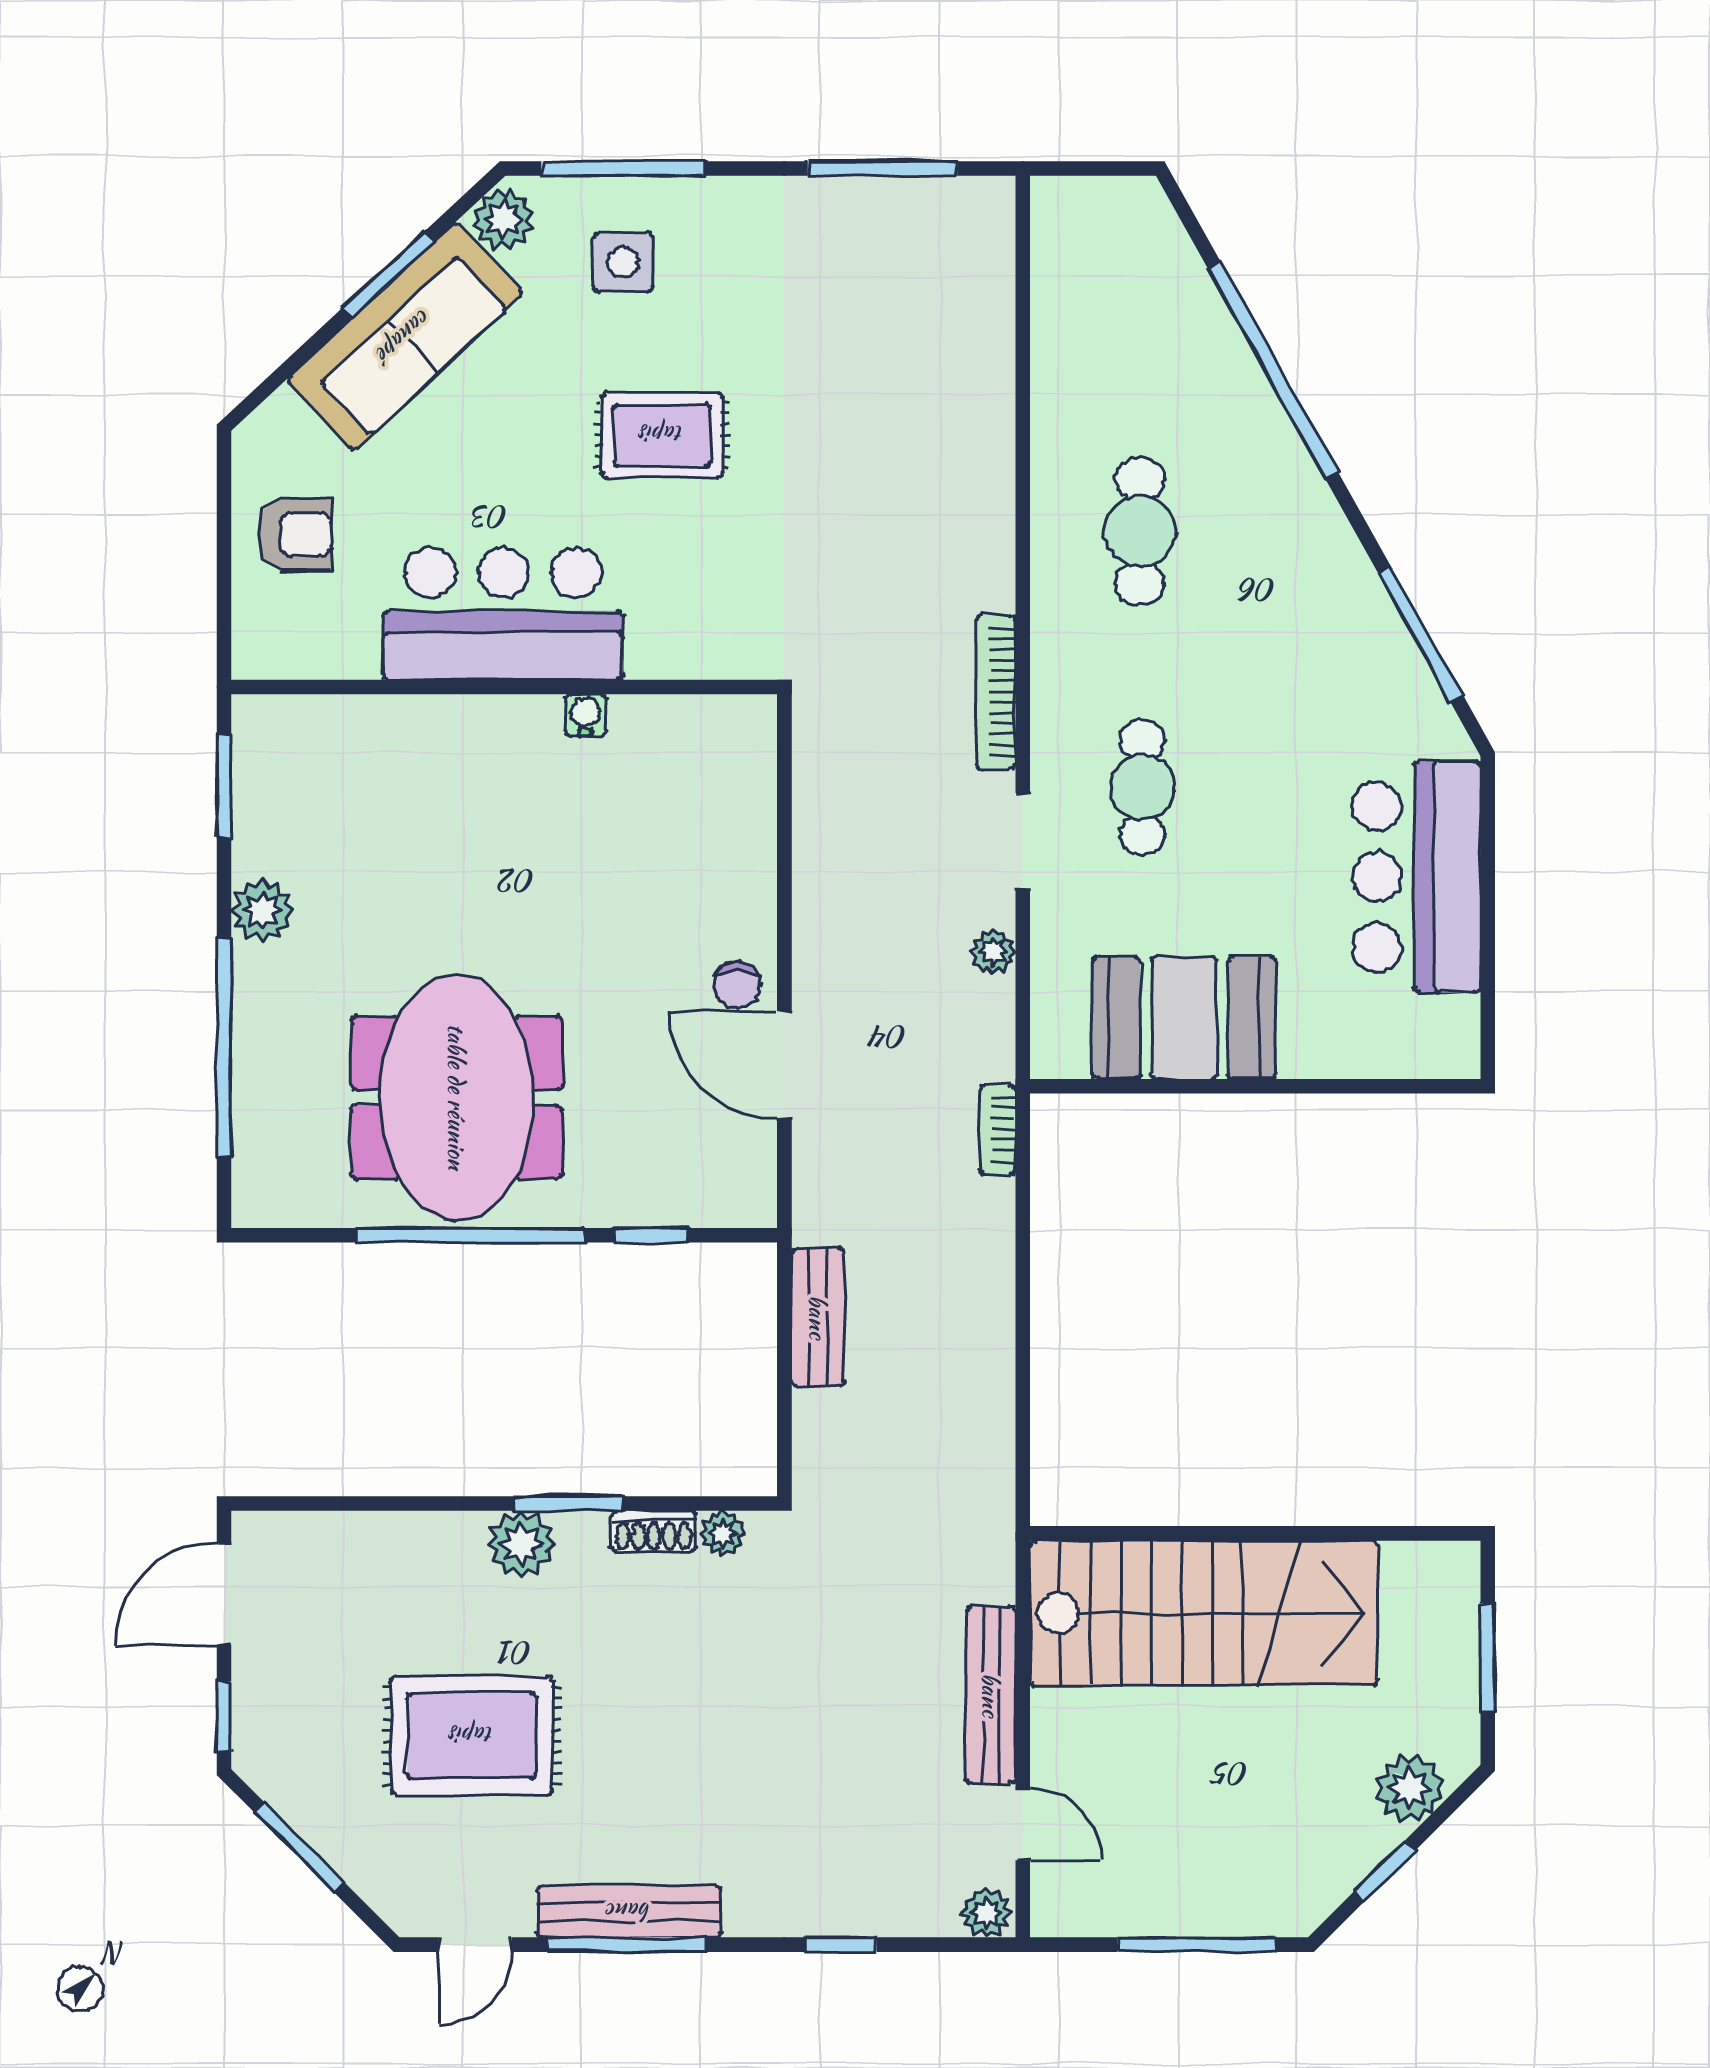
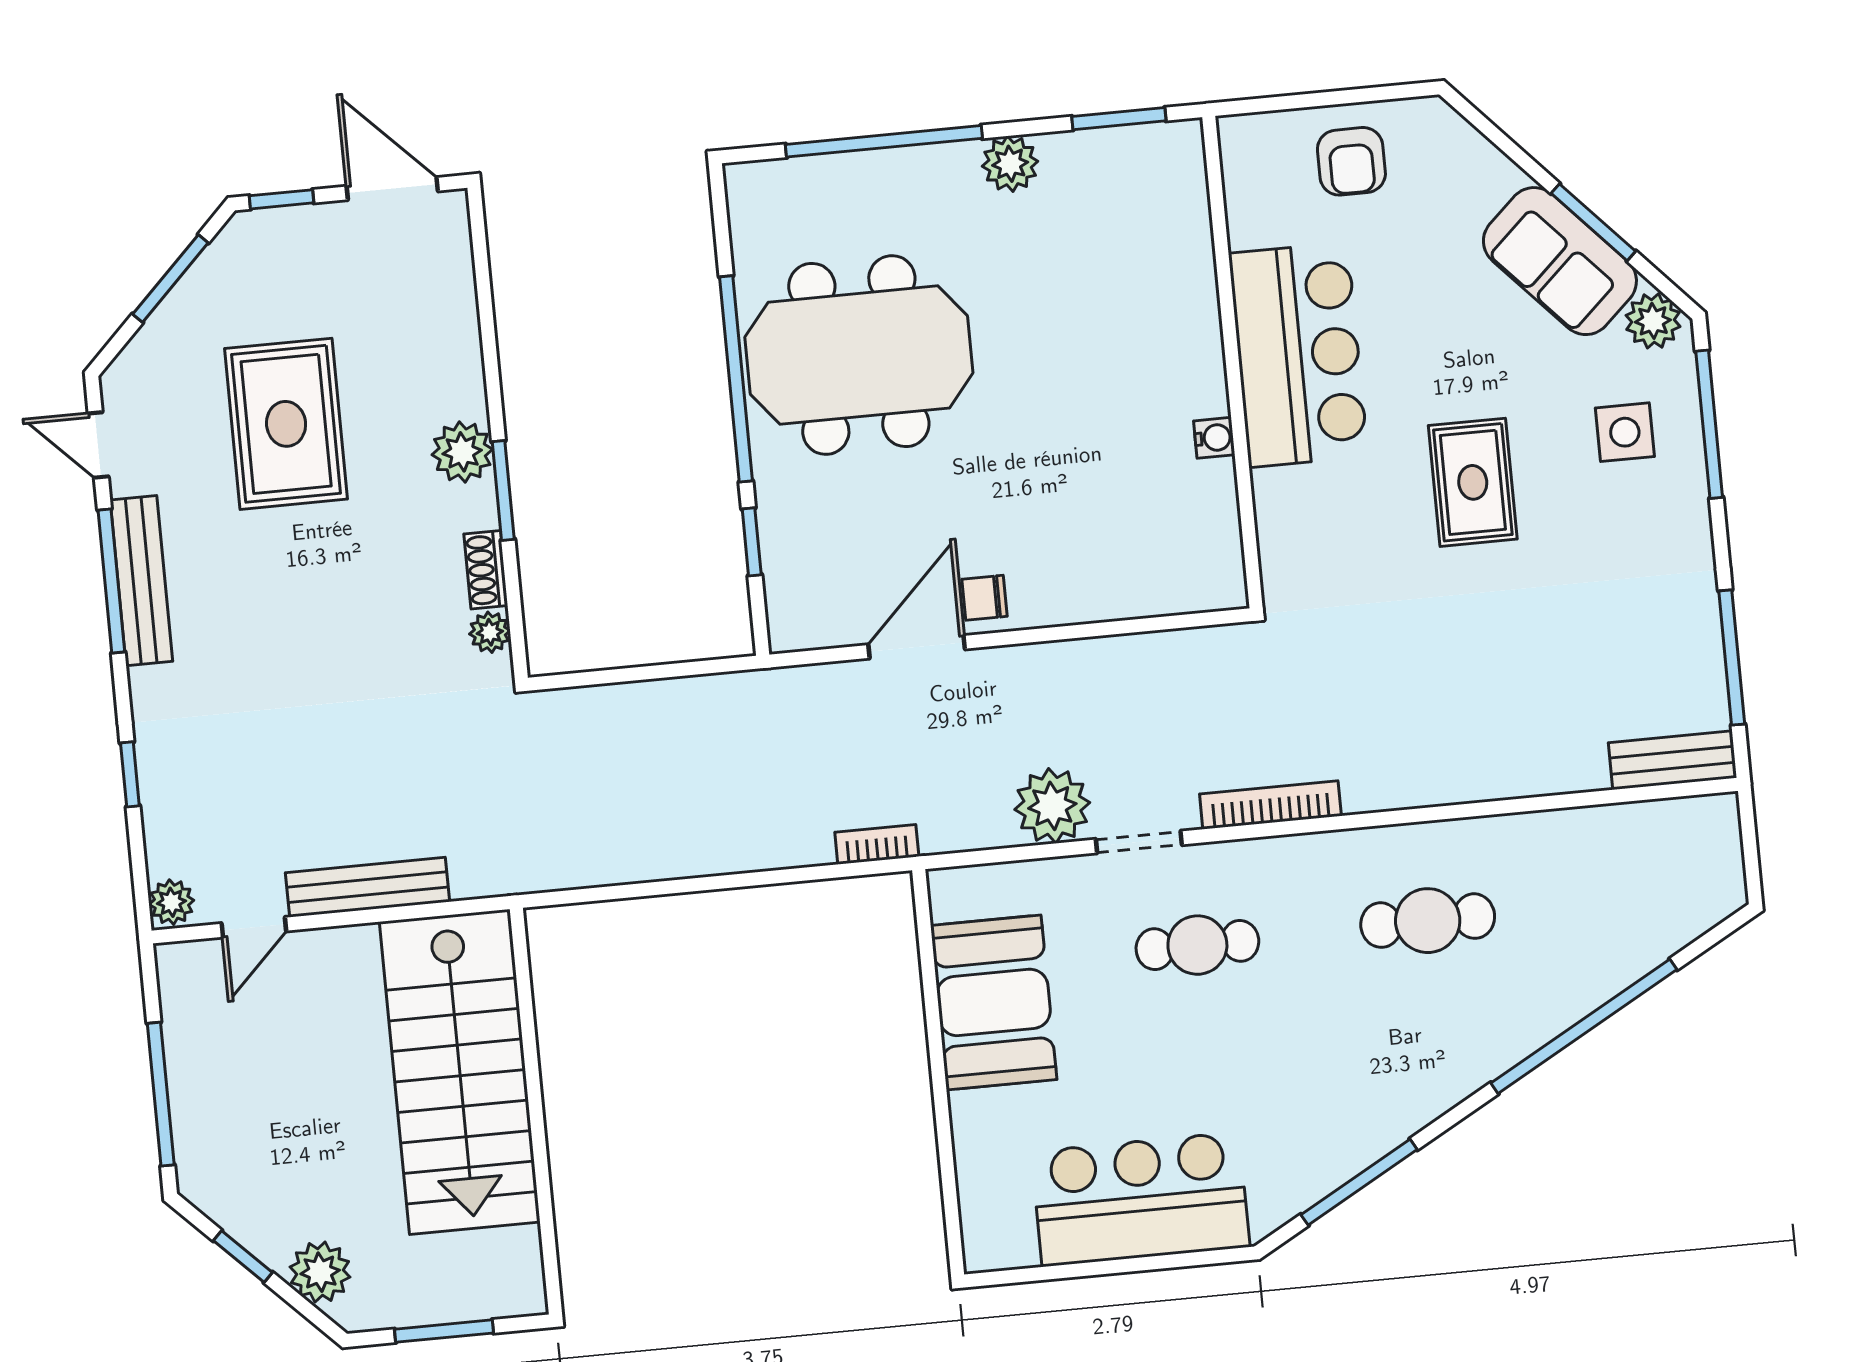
sofa: (405, 336) -> (1560, 261), width x0.73
plant: (993, 952) -> (1052, 806), width x1.87, depth x1.87
bench: (818, 1317) -> (1673, 760), moved

